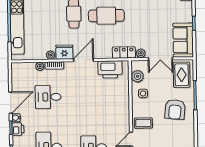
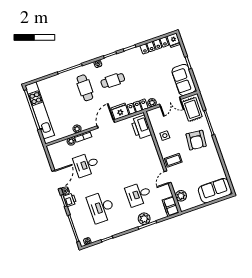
cafe table: (106, 16) -> (113, 81), width x0.73, depth x0.74
fridge: (64, 52) -> (120, 111), moved
printer: (110, 69) -> (141, 127), moved, turned 90
plant: (138, 76) -> (156, 123), removed

